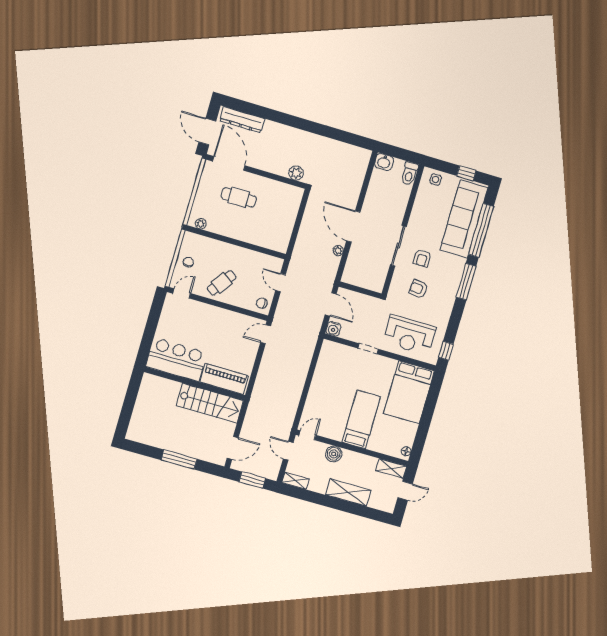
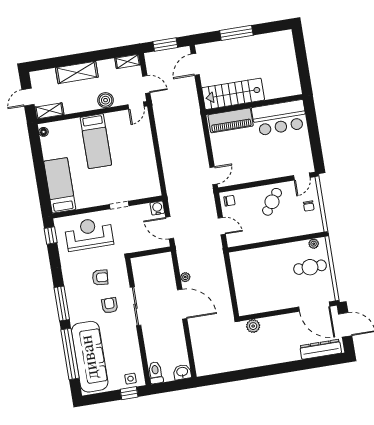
window: (466, 173) -> (129, 393), moved
cafe table: (239, 197) -> (310, 267), moved
bed: (409, 392) -> (60, 185), width x0.67

